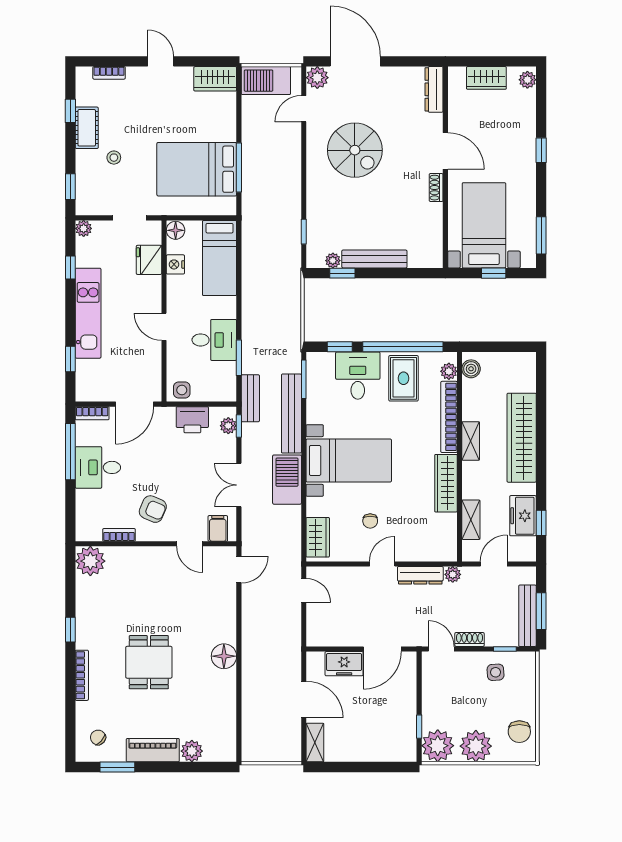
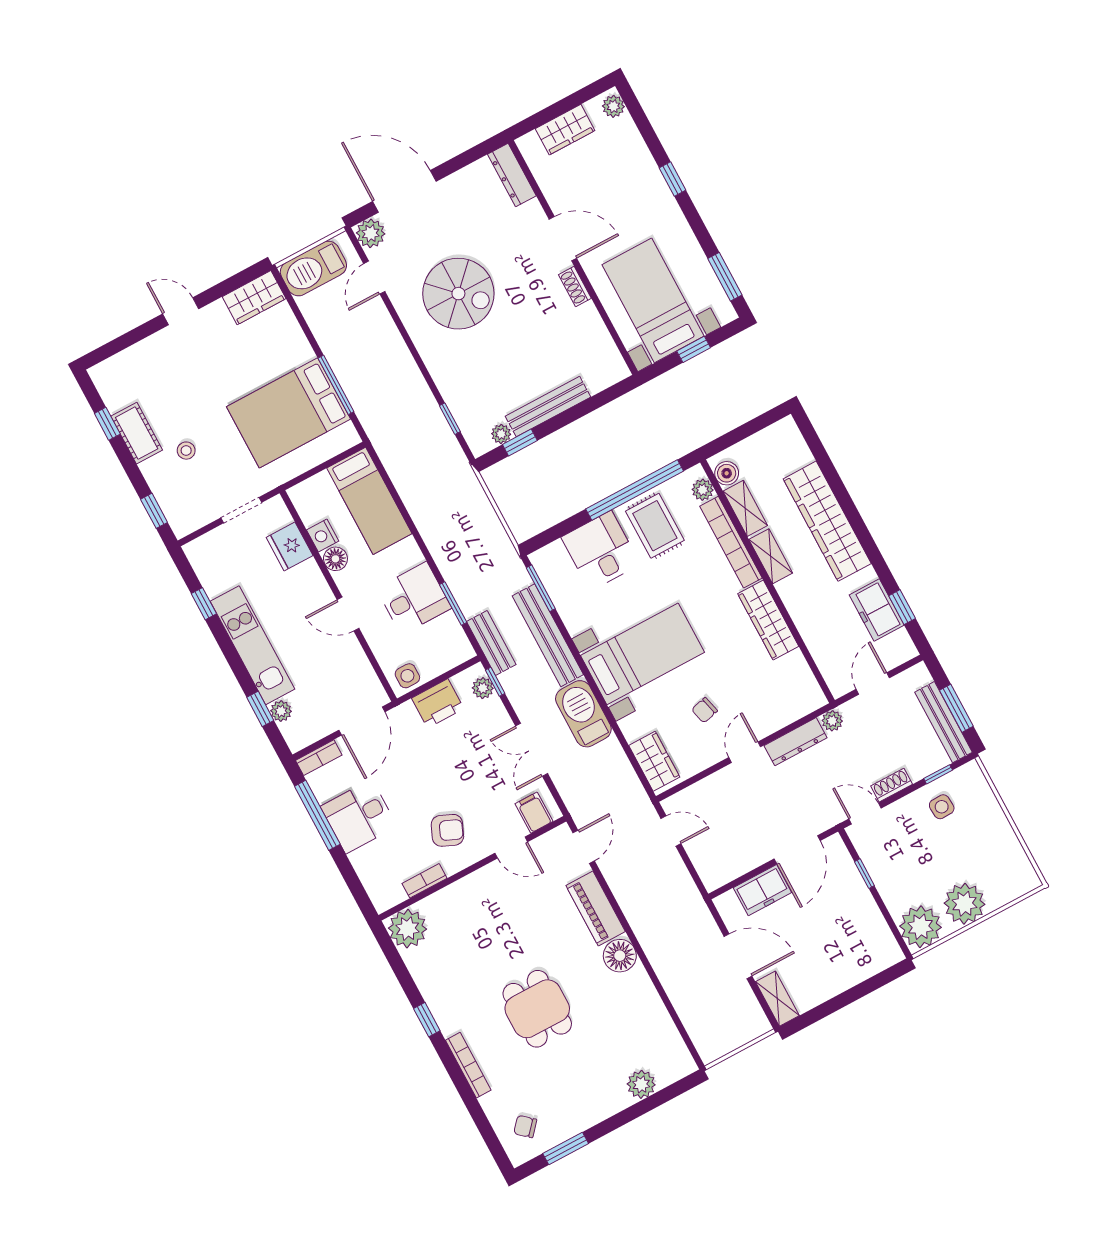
bookcase: (109, 73) -> (128, 356), removed
plant: (84, 228) -> (281, 711), moved
floor lamp: (176, 230) -> (335, 559), moved
window: (340, 347) -> (562, 529), removed
shelving: (471, 520) -> (745, 508), moved
chair: (370, 521) -> (704, 710), turned 76
window: (419, 727) -> (864, 874), moved
chair: (519, 732) -> (1006, 860), removed
piano: (153, 750) -> (596, 909), moved, turned -90

